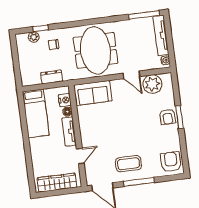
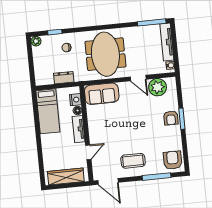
plant: (34, 37) -> (36, 41), moved
window: (139, 182) -> (157, 177), moved

